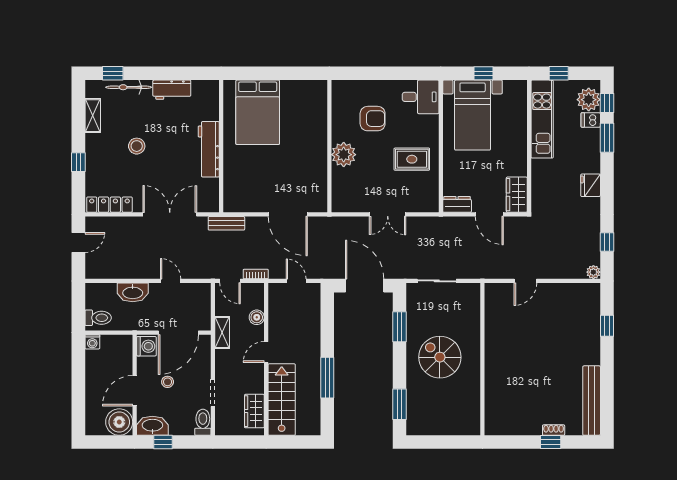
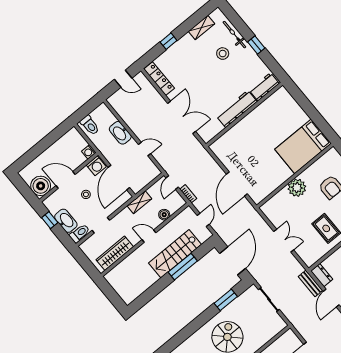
window: (113, 73) -> (256, 45), moved
workbench: (172, 90) -> (264, 87), moved, turned 90
bed: (258, 112) -> (303, 146), moved
stool: (137, 146) -> (223, 54), moved
double door: (388, 214) -> (284, 241), swing flipped
bench: (226, 223) -> (311, 283), moved
door: (171, 281) -> (144, 149), hinge flipped
door: (178, 333) -> (119, 178), hinge flipped
washing machine: (92, 342) -> (89, 152), moved
window: (327, 378) -> (183, 267), moved
stairs: (282, 400) -> (175, 254), moved, turned 180
window: (400, 404) -> (182, 336), removed
wardrobe: (254, 411) -> (115, 253), width x1.50
washbasin: (152, 426) -> (66, 221), moved

